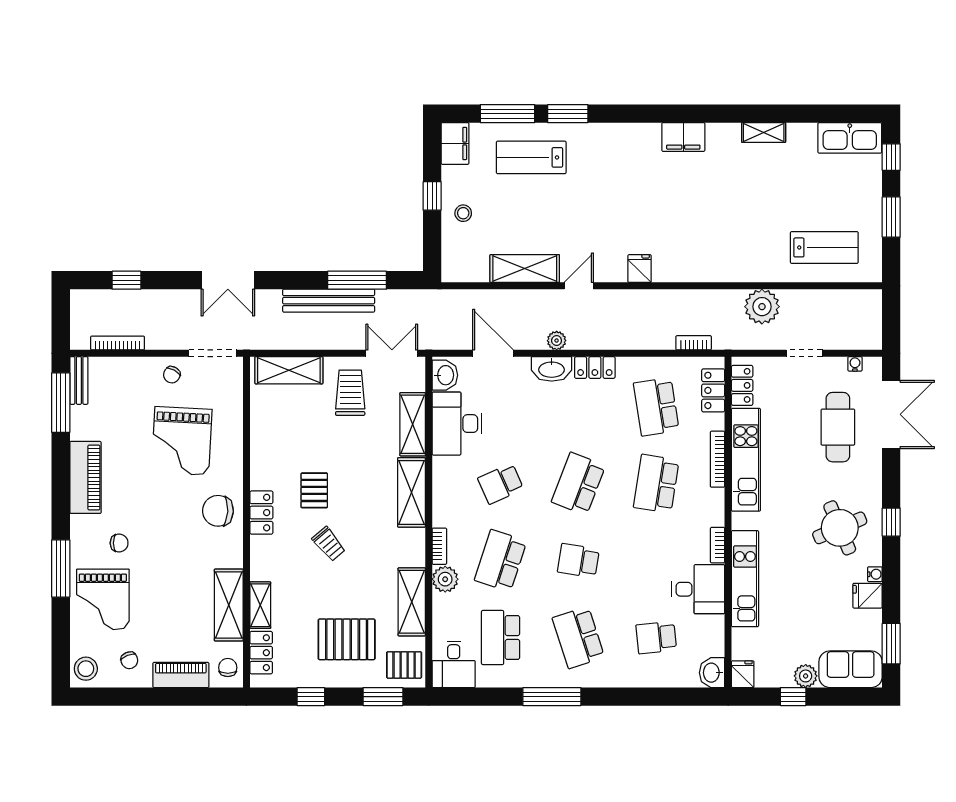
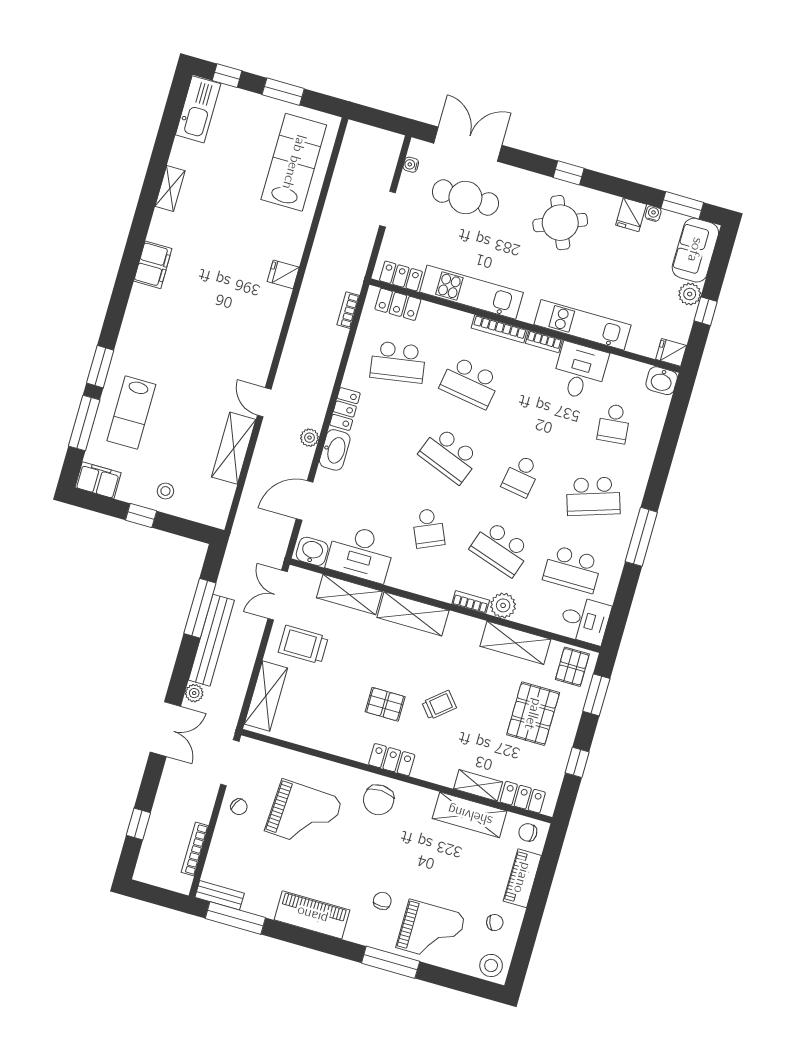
lab bench: (824, 247) -> (294, 162), width x1.36, depth x1.39
fridge: (640, 269) -> (283, 274), moved
plant: (762, 307) -> (194, 693), moved, width x0.53, depth x0.53
bookcase: (718, 459) -> (499, 329), moved
water cooler: (875, 574) -> (653, 214), moved

